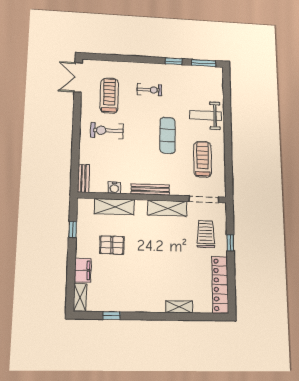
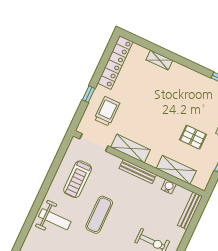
bench: (83, 178) -> (190, 211), width x1.36
trolley: (206, 234) -> (107, 111), turned 180

